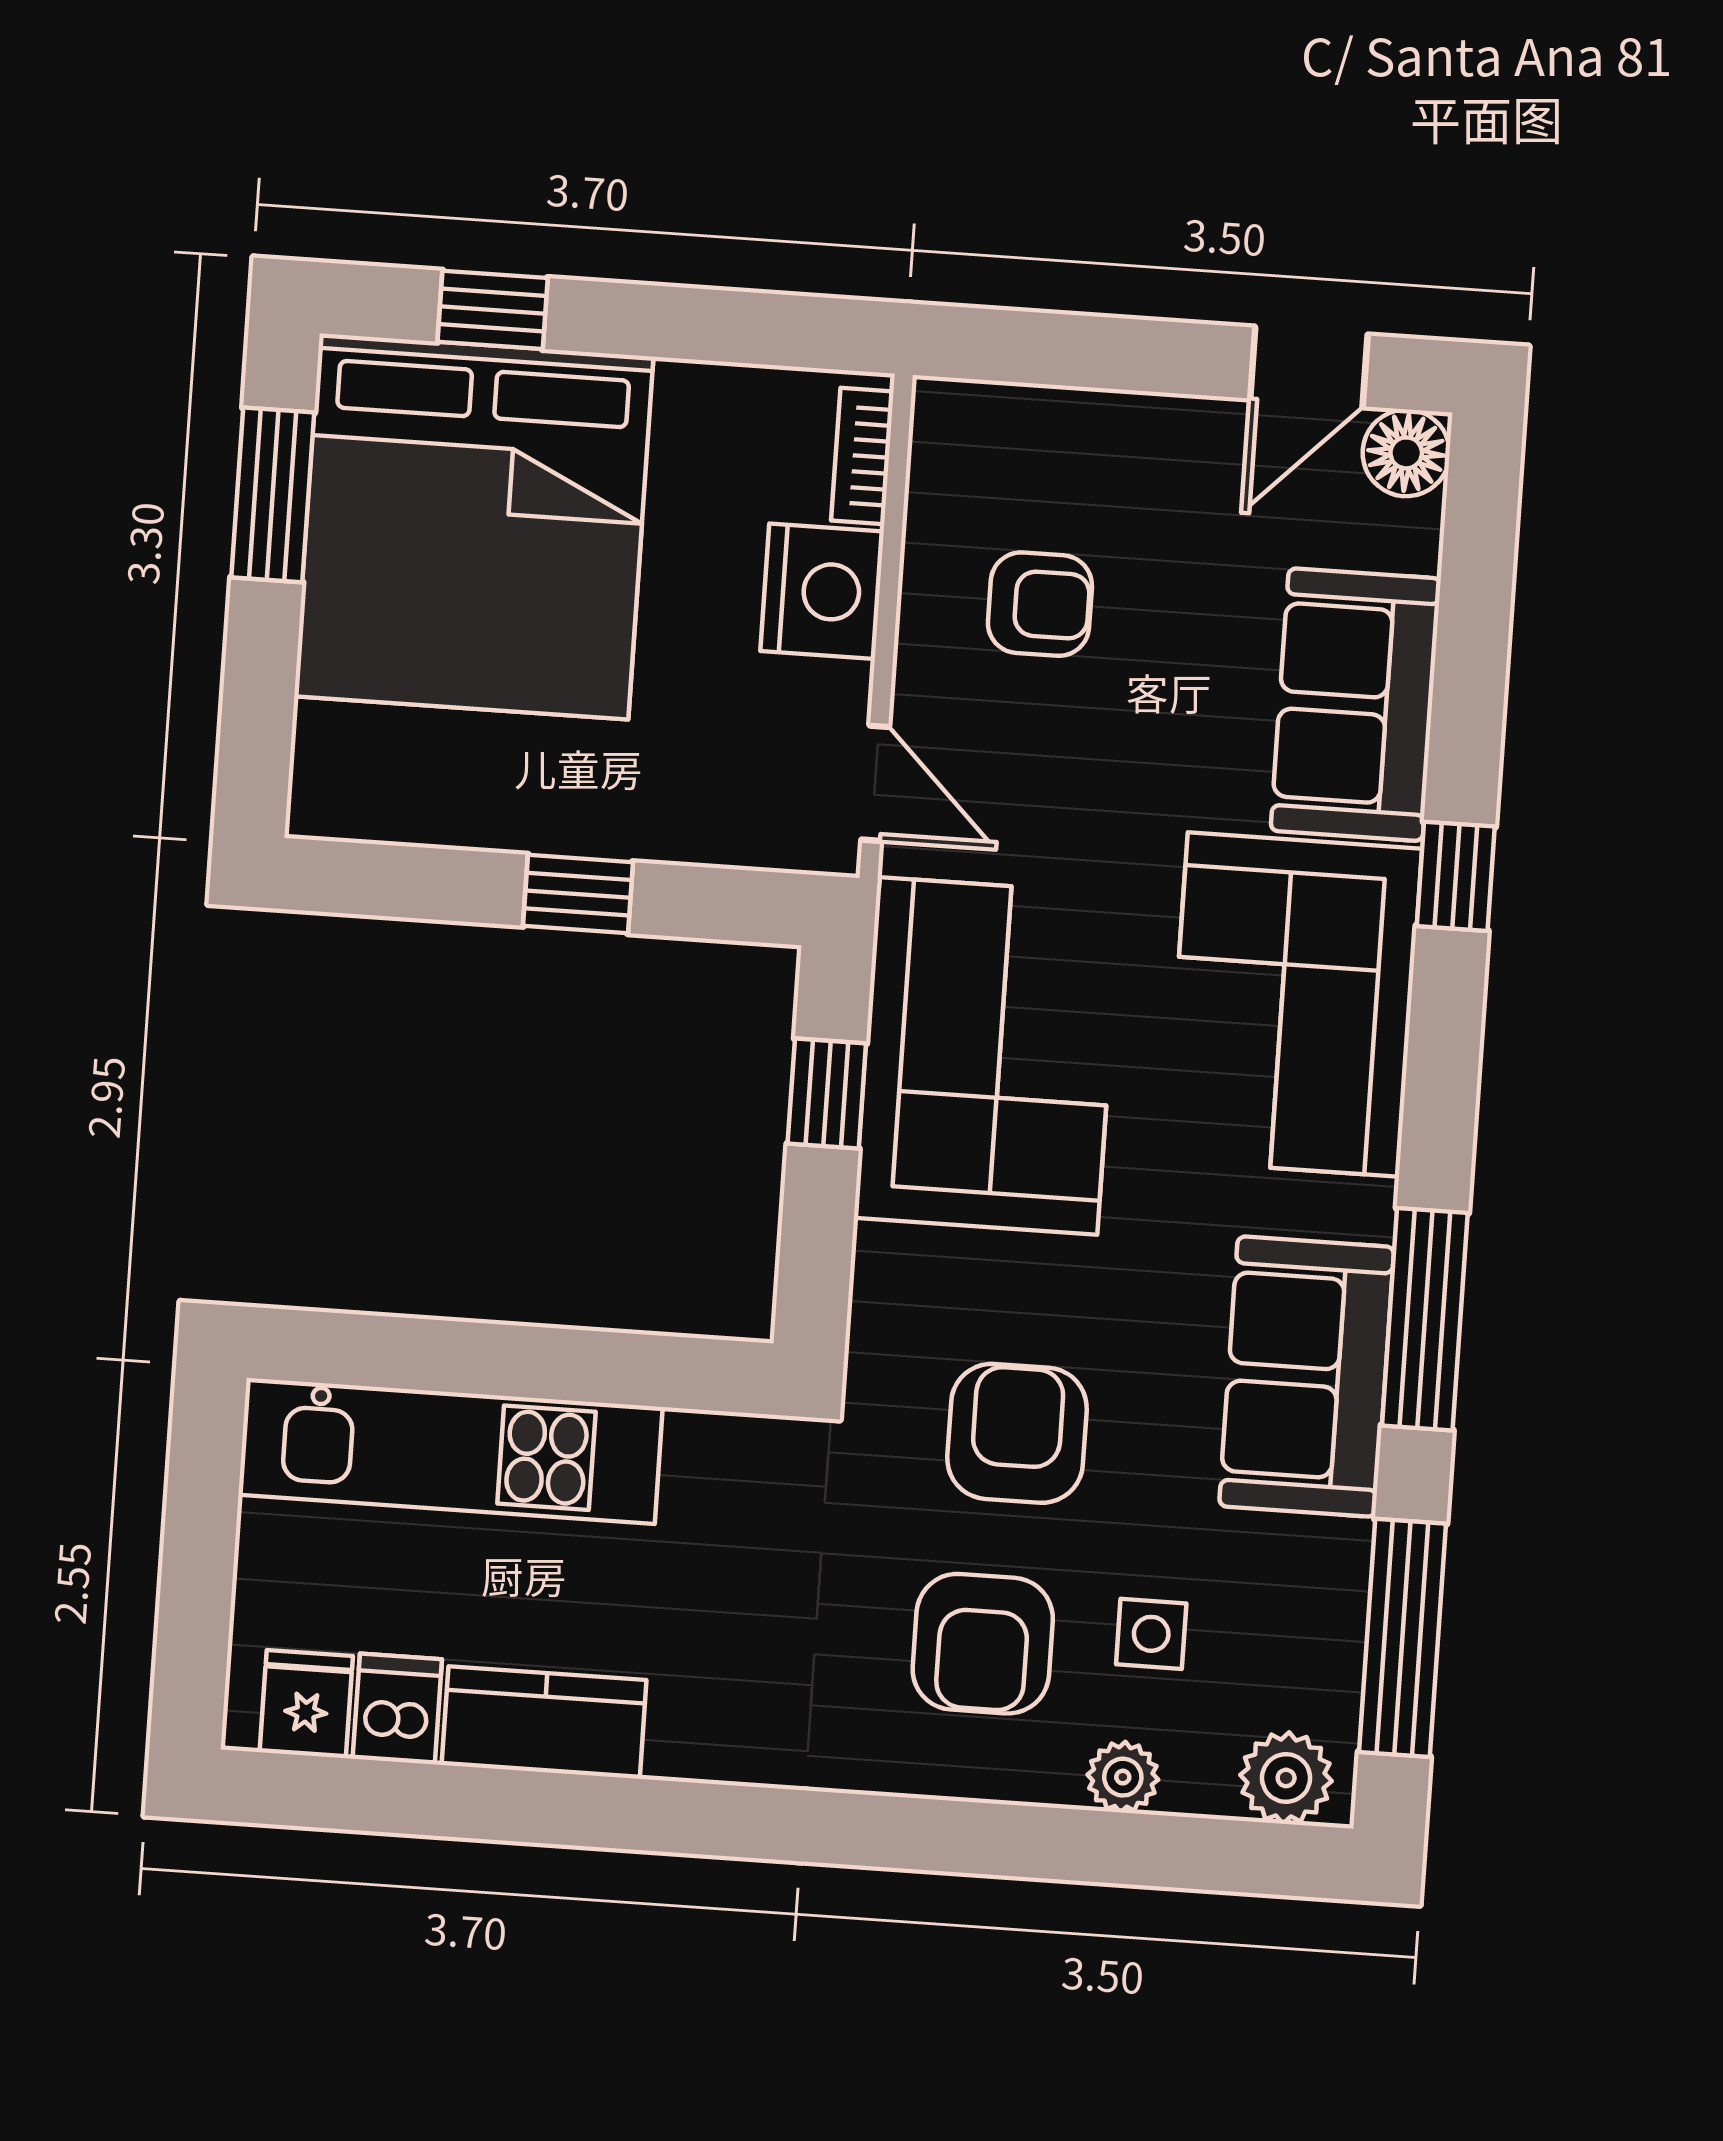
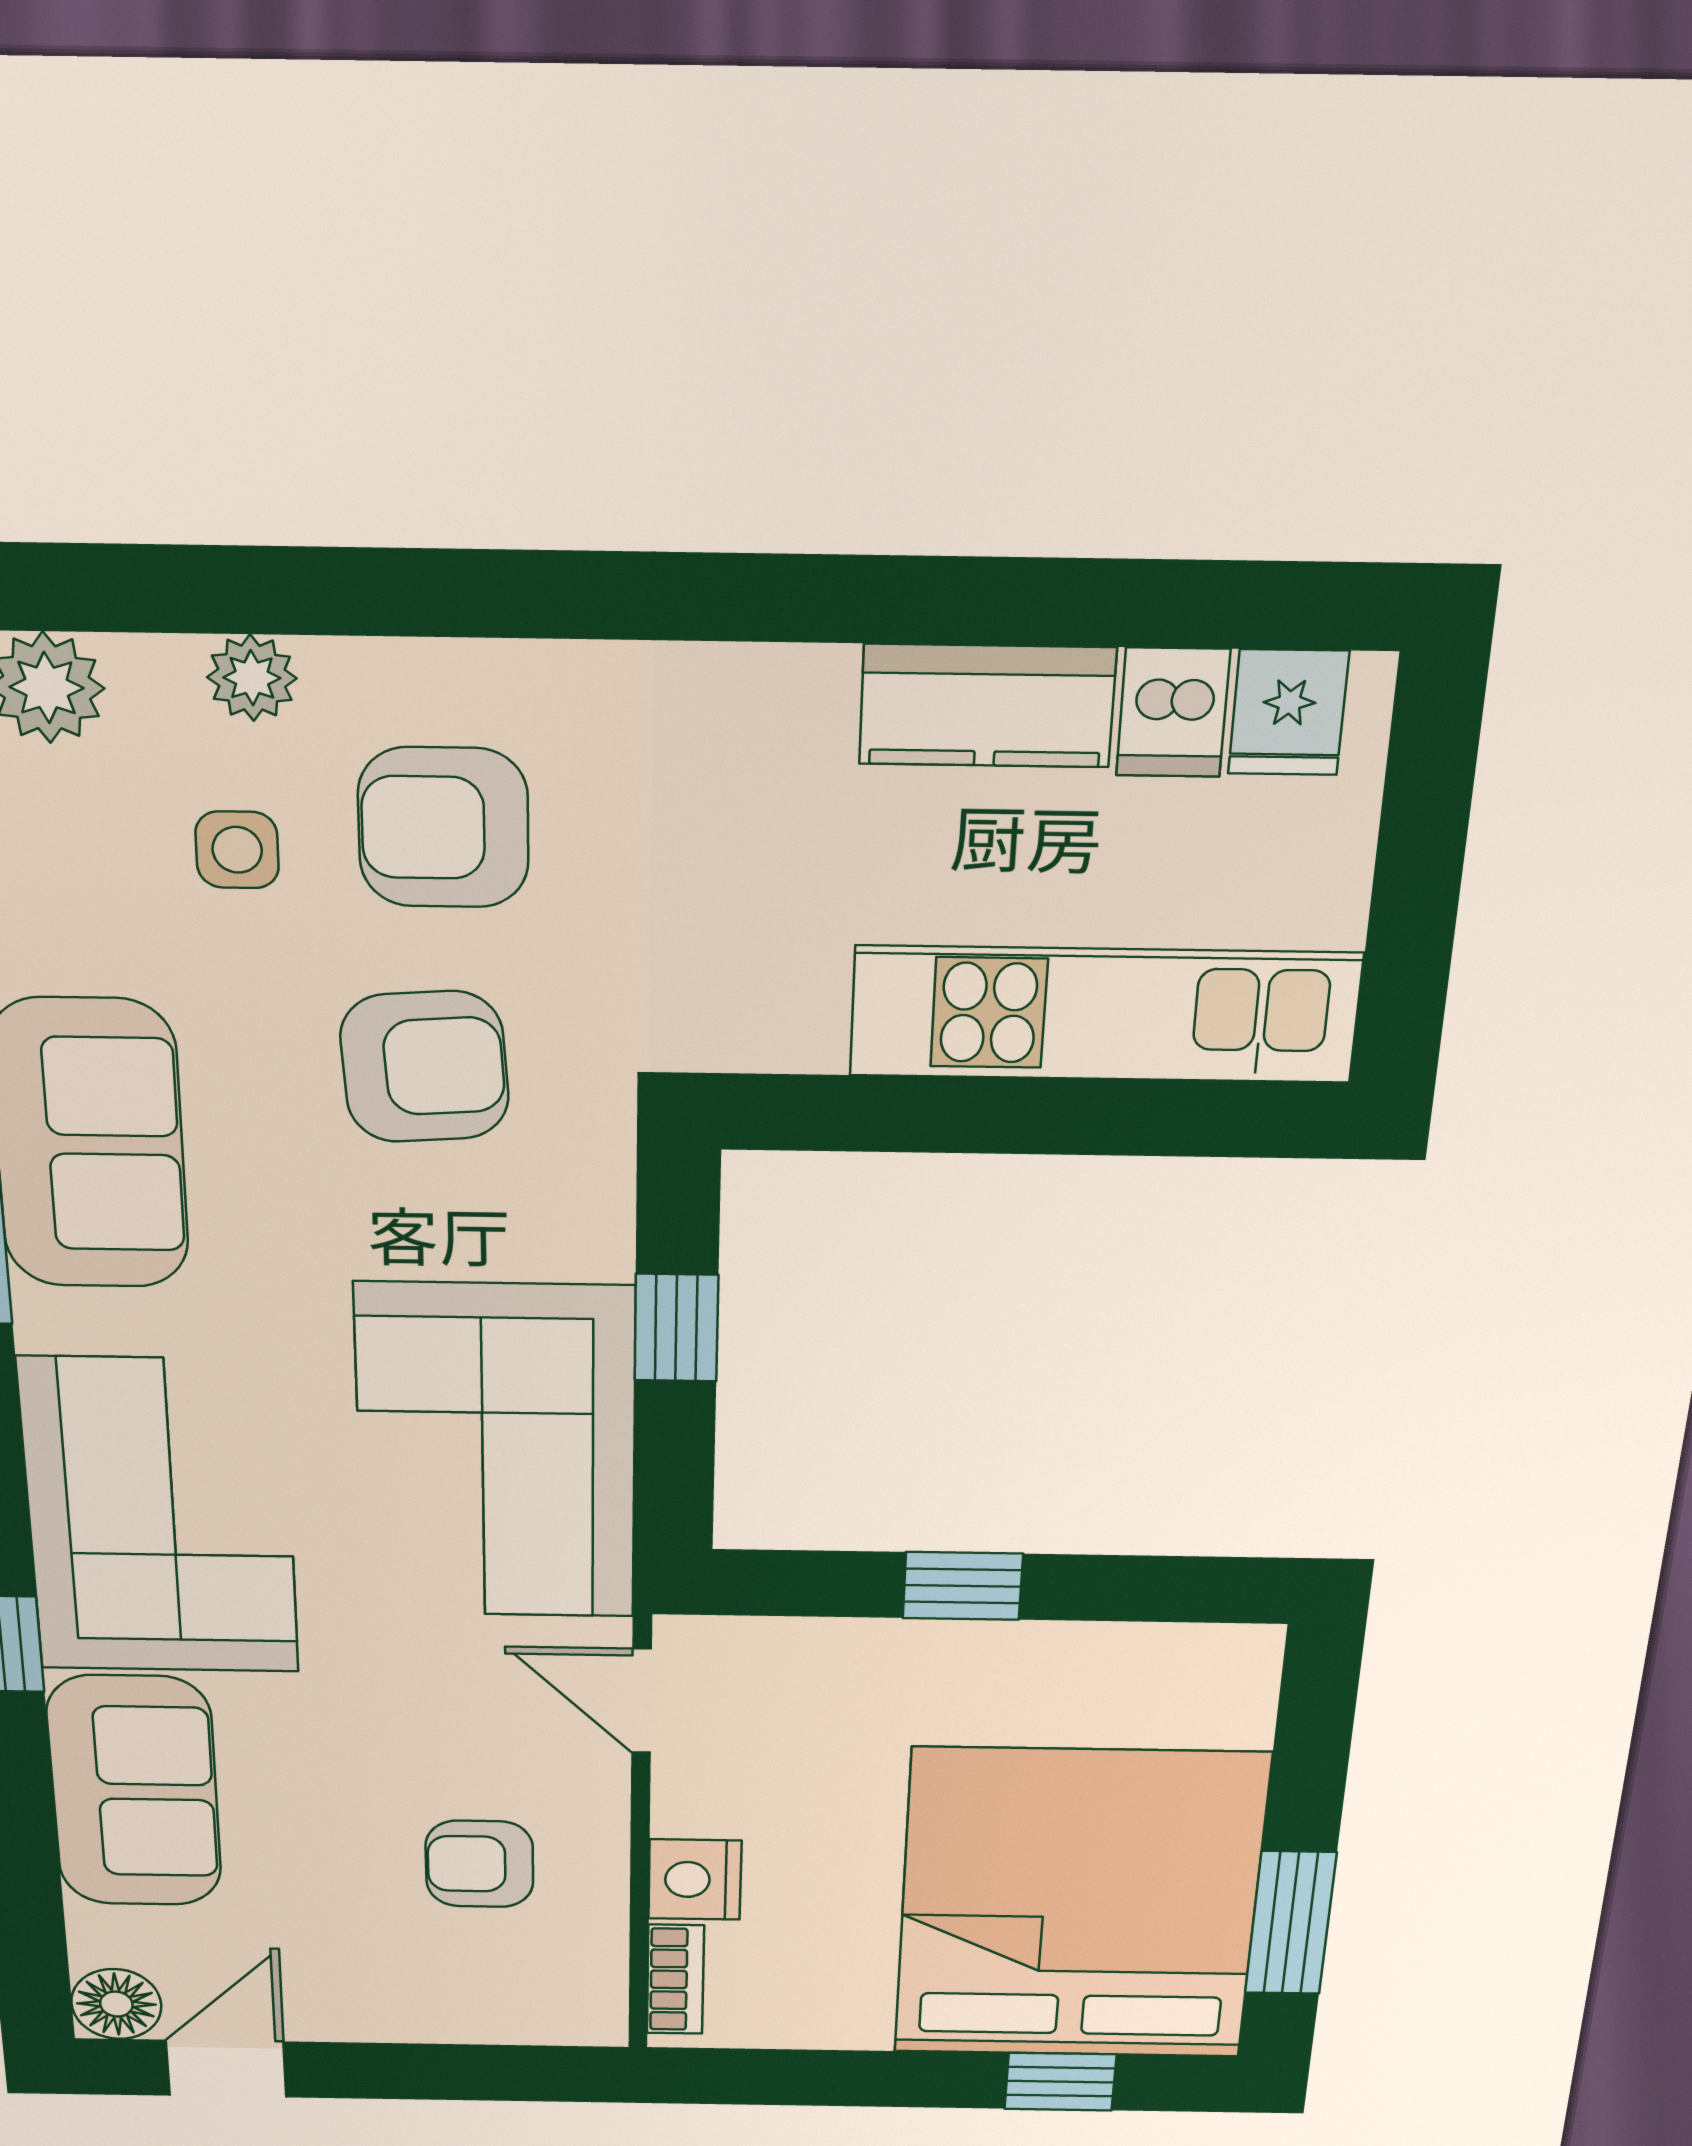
nightstand: (822, 591) -> (695, 1880), width x0.74, depth x0.75
window: (827, 1094) -> (676, 1328), moved
armchair: (1017, 1433) -> (425, 1067), turned -94
armchair: (983, 1644) -> (443, 828), turned -90

